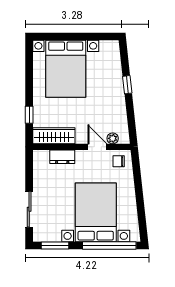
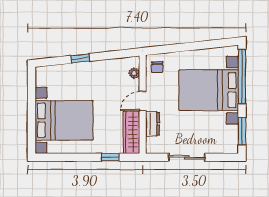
door: (97, 147) -> (143, 101), moved
sliding door: (29, 209) -> (187, 157), moved

